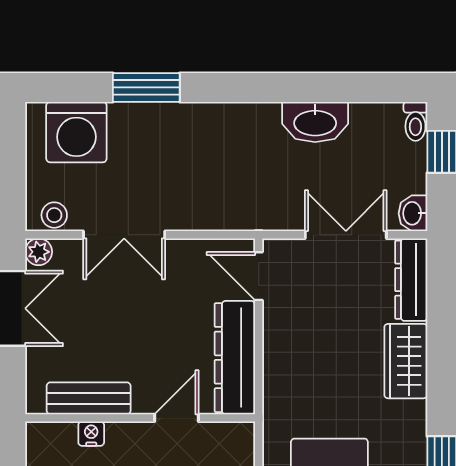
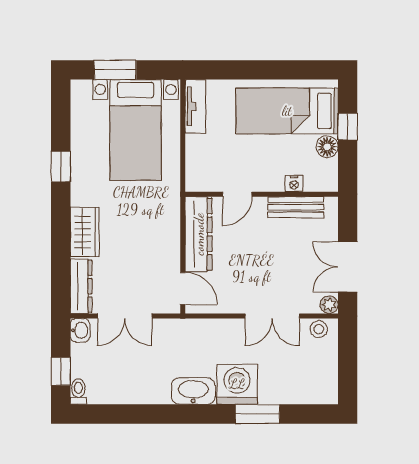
washbasin: (315, 122) -> (193, 391), moved
washing machine: (76, 132) -> (237, 384), moved
double door: (124, 235) -> (272, 316), swing flipped

